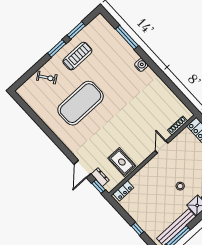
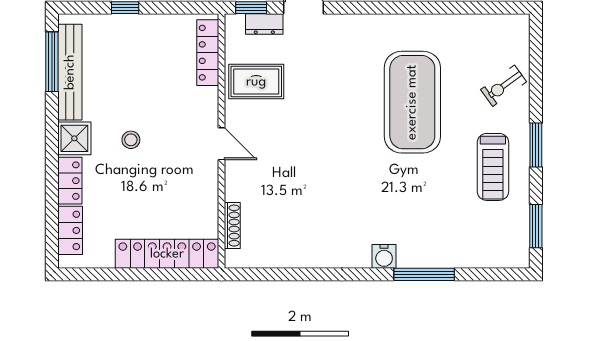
window: (76, 30) -> (536, 226), moved
window: (127, 37) -> (424, 274), moved
door: (162, 147) -> (222, 144), moved
locker: (123, 191) -> (208, 53), width x1.53

